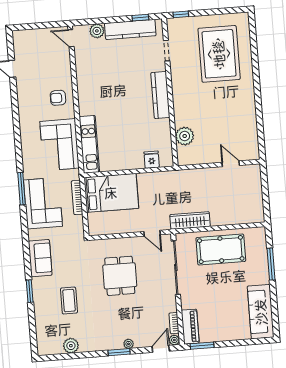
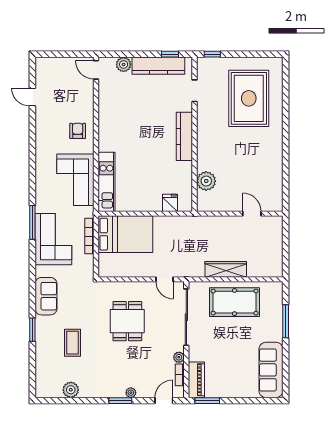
armchair: (58, 98) -> (78, 131), turned 90
wardrobe: (190, 221) -> (226, 269), moved
plant: (174, 340) -> (179, 357), moved

